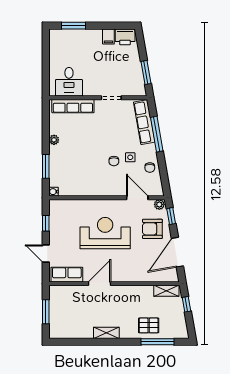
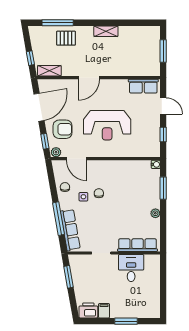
window: (73, 26) -> (126, 321), moved
desk: (69, 82) -> (131, 268), moved
door: (99, 284) -> (89, 78), moved

